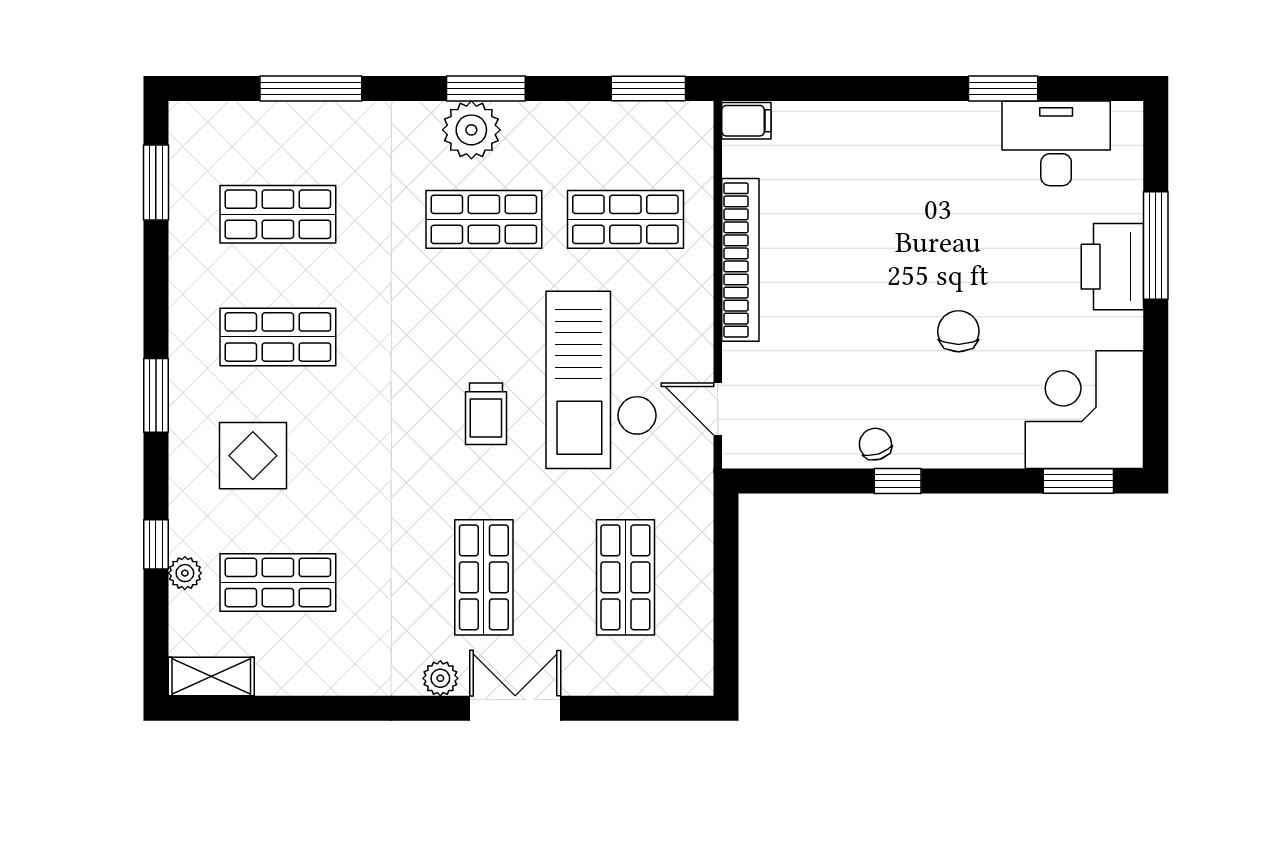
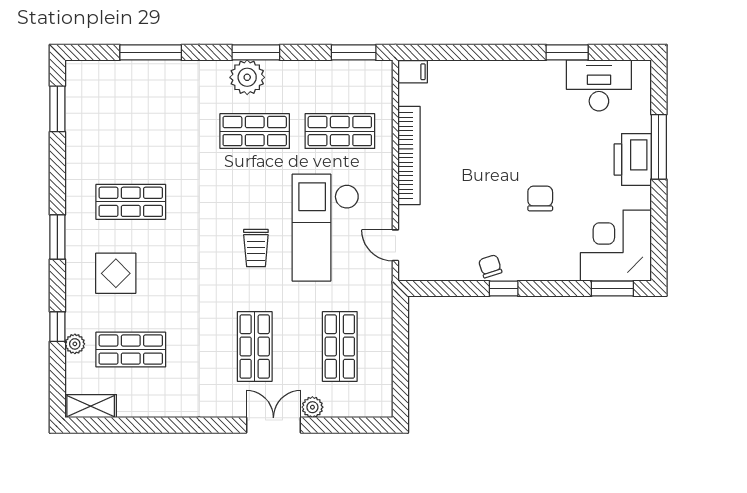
shop shelf: (278, 214) -> (131, 128), removed
plant: (440, 678) -> (312, 407), moved

